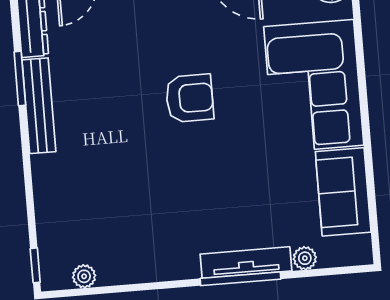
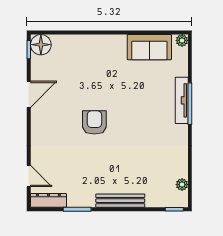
corner sofa: (314, 86) -> (93, 58), removed
bench: (39, 106) -> (120, 201), moved
plant: (305, 258) -> (182, 40), moved

